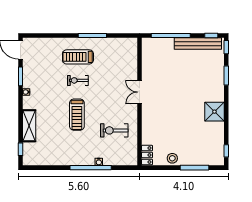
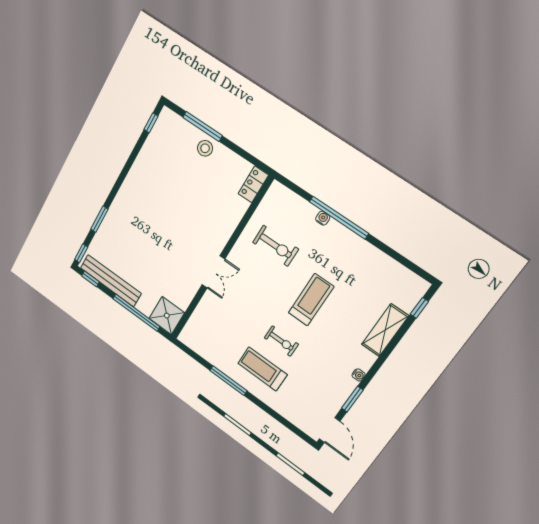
treadmill: (78, 57) -> (262, 369), turned 180
shower: (214, 112) -> (167, 316), moved
stool: (172, 158) -> (205, 148), moved

